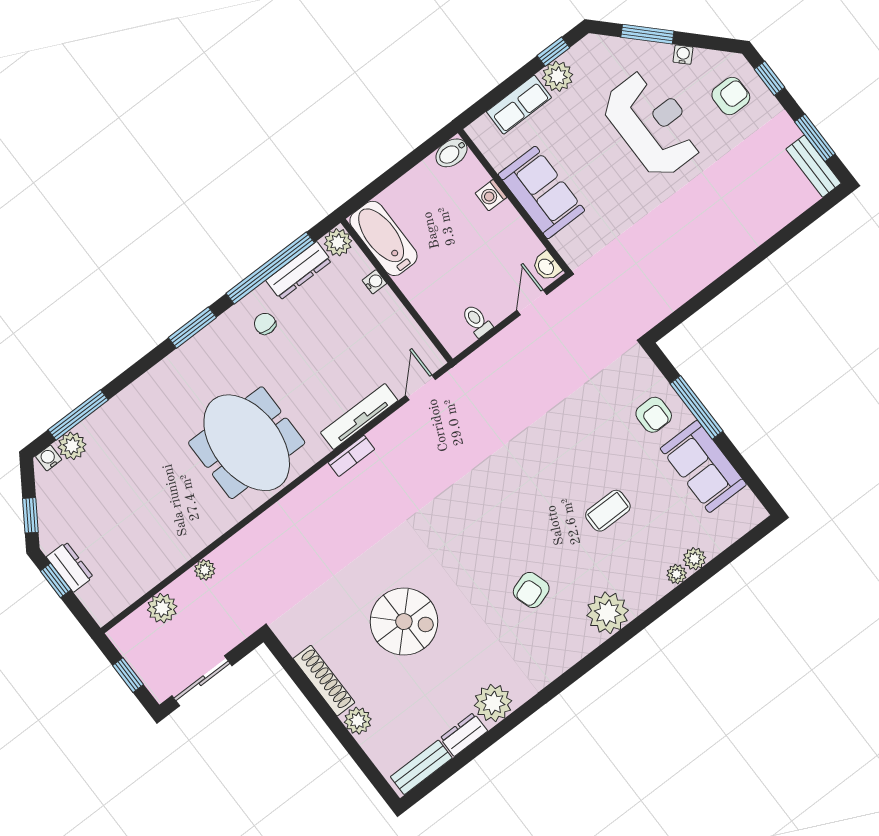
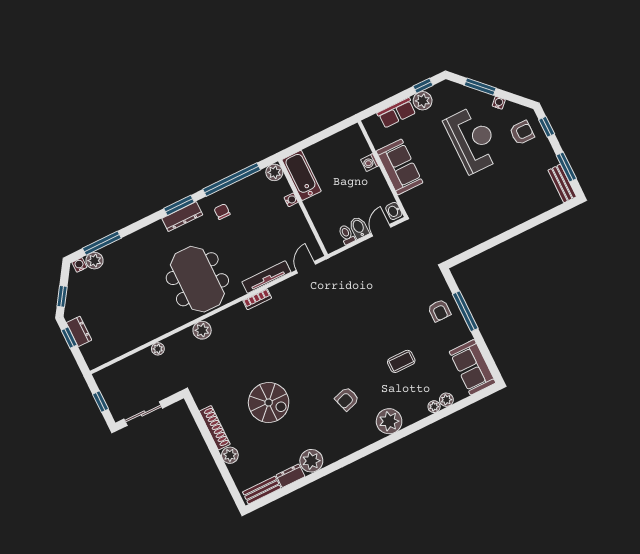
bidet: (451, 153) -> (359, 228), moved, turned 90
dresser: (299, 271) -> (182, 217), moved
sofa: (703, 466) -> (472, 367), moved
plant: (162, 608) -> (202, 330), moved

